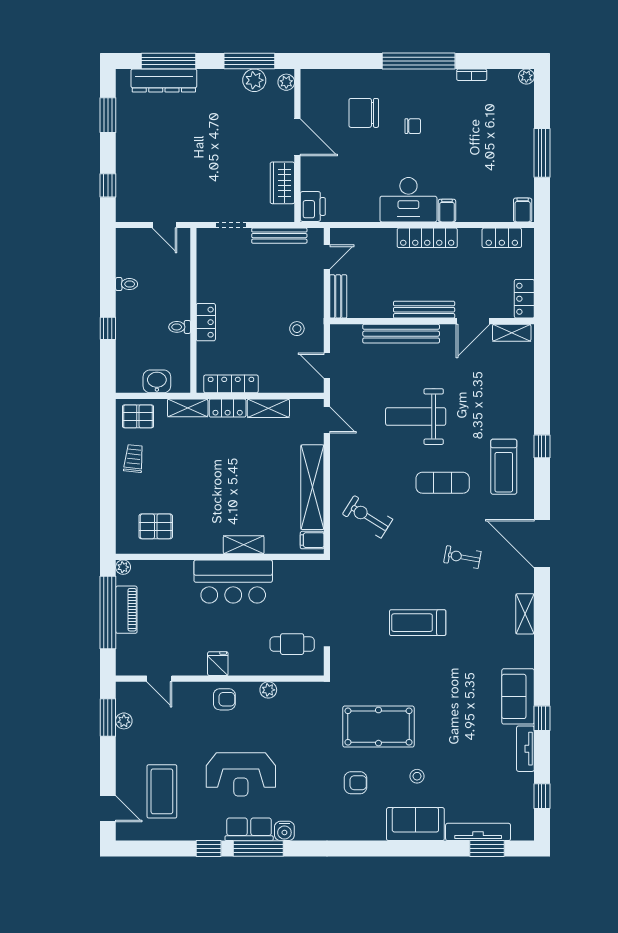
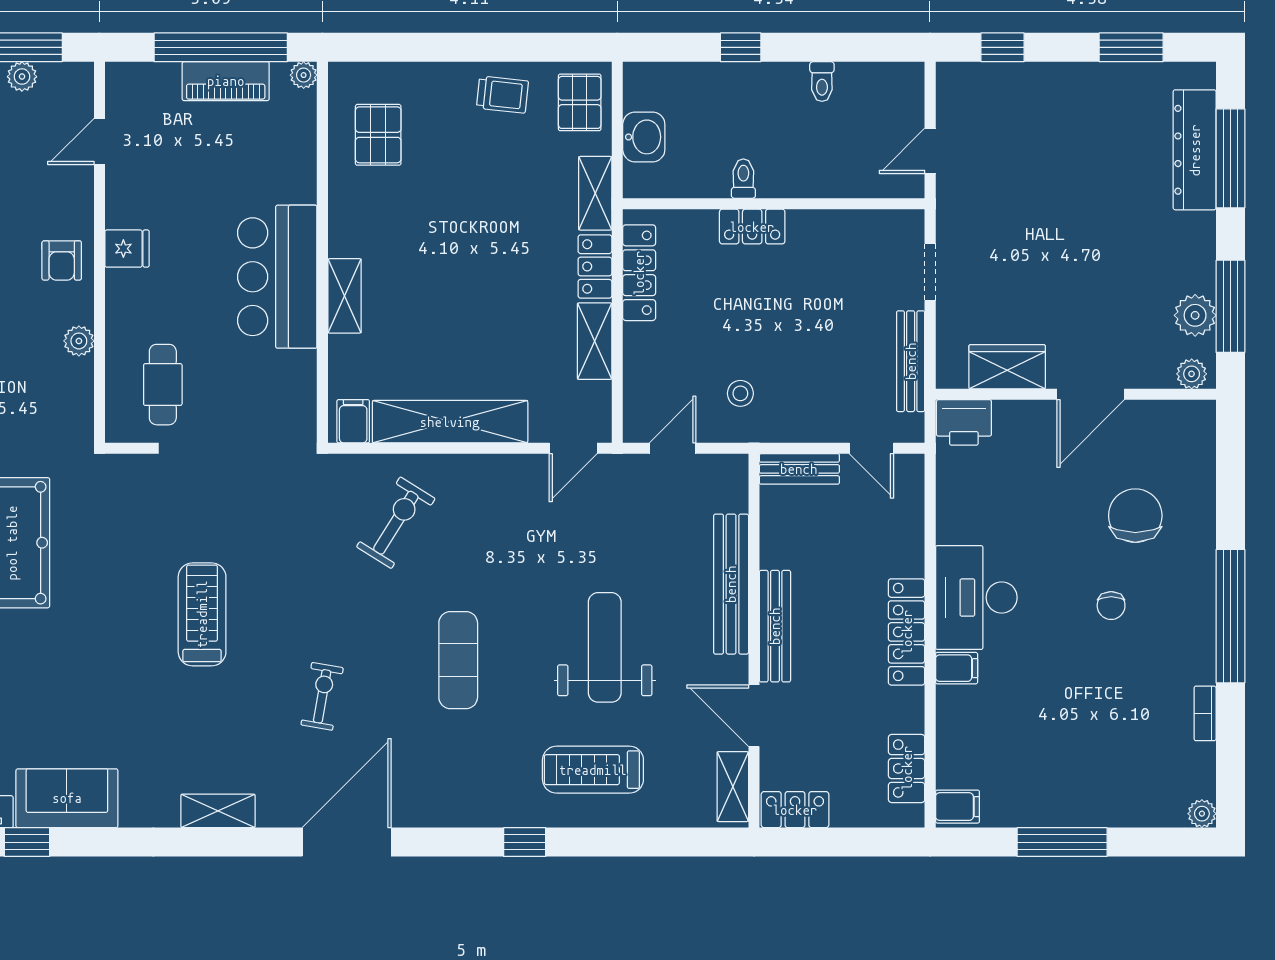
weight bench: (416, 417) -> (605, 647), moved
treadmill: (504, 467) -> (593, 770), moved

